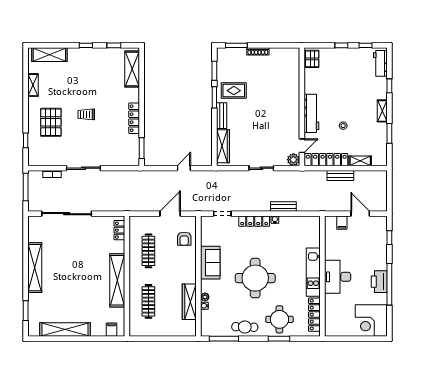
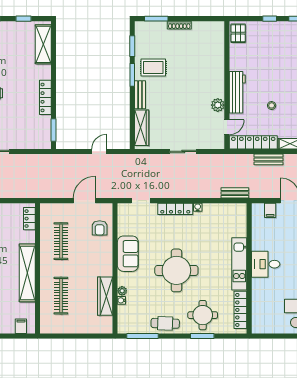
plant: (293, 160) -> (218, 105), moved
bench: (283, 206) -> (235, 193), moved
desk: (338, 277) -> (266, 264), width x0.73

